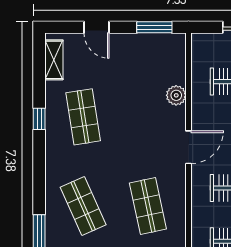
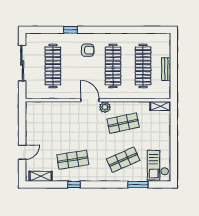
window: (154, 27) -> (22, 119), removed
plant: (176, 95) -> (105, 107), moved

